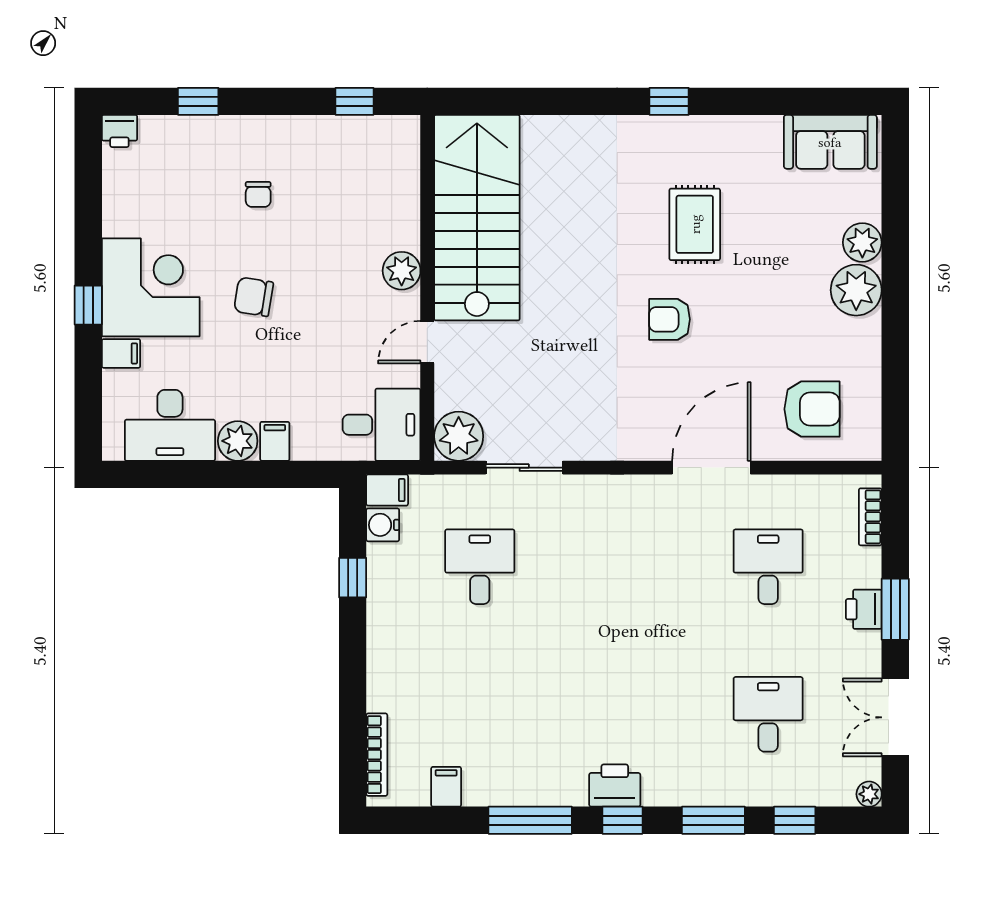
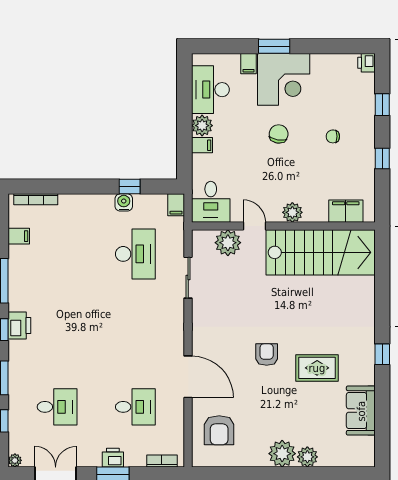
window: (354, 101) -> (382, 159), moved
sofa: (830, 142) -> (361, 411), moved
filing cabinet: (399, 170) -> (346, 211), added
window: (88, 305) -> (274, 46), width x1.50
plant: (459, 436) -> (228, 243), moved
water cooler: (383, 525) -> (124, 202), moved
desk: (480, 567) -> (135, 254), width x1.37

